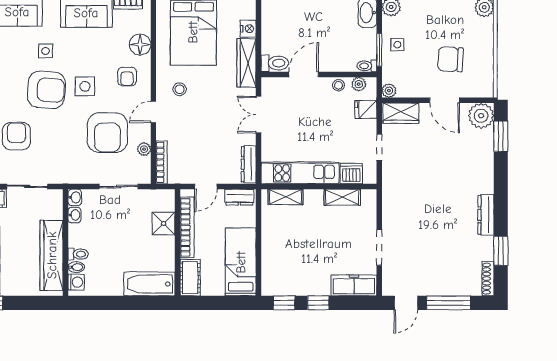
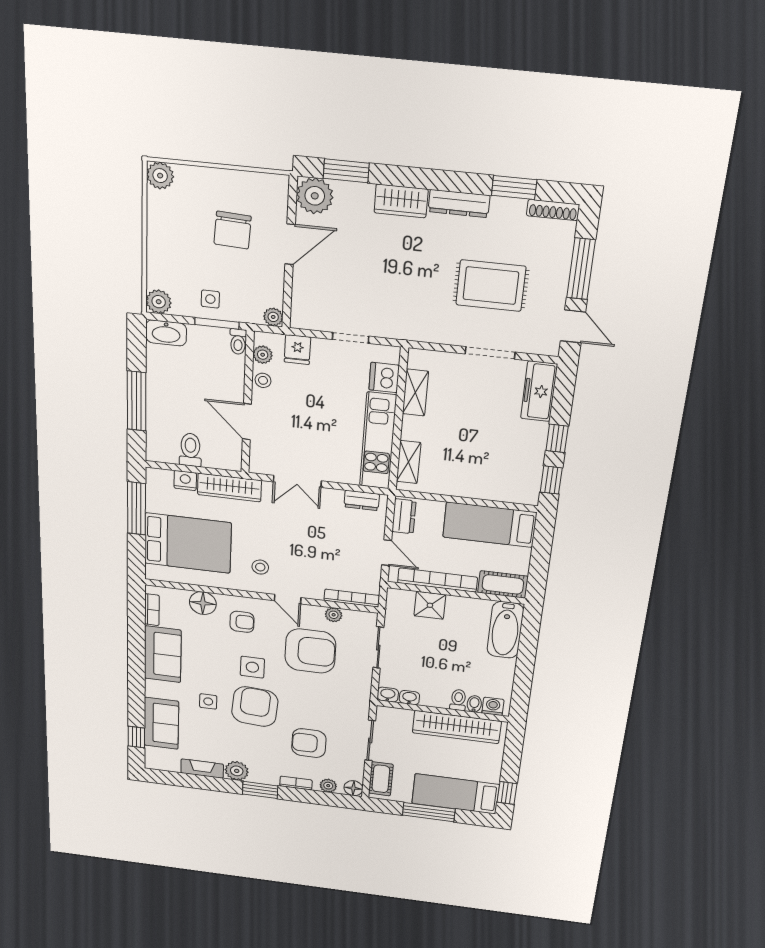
toilet: (275, 63) -> (190, 450), moved
wardrobe: (401, 113) -> (401, 201), moved, turned 90
dresser: (249, 164) -> (362, 500), width x0.70
rug: (430, 243) -> (491, 286), added

